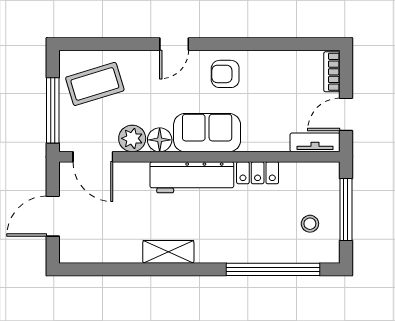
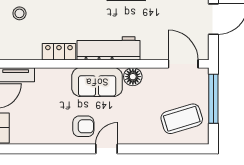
door: (174, 44) -> (107, 149), moved
plant: (132, 138) -> (154, 78), removed

